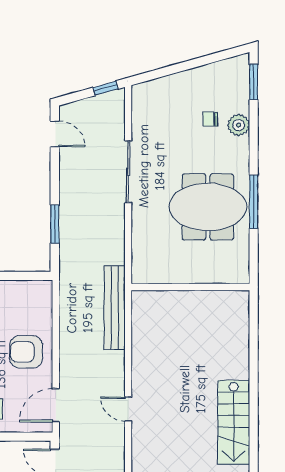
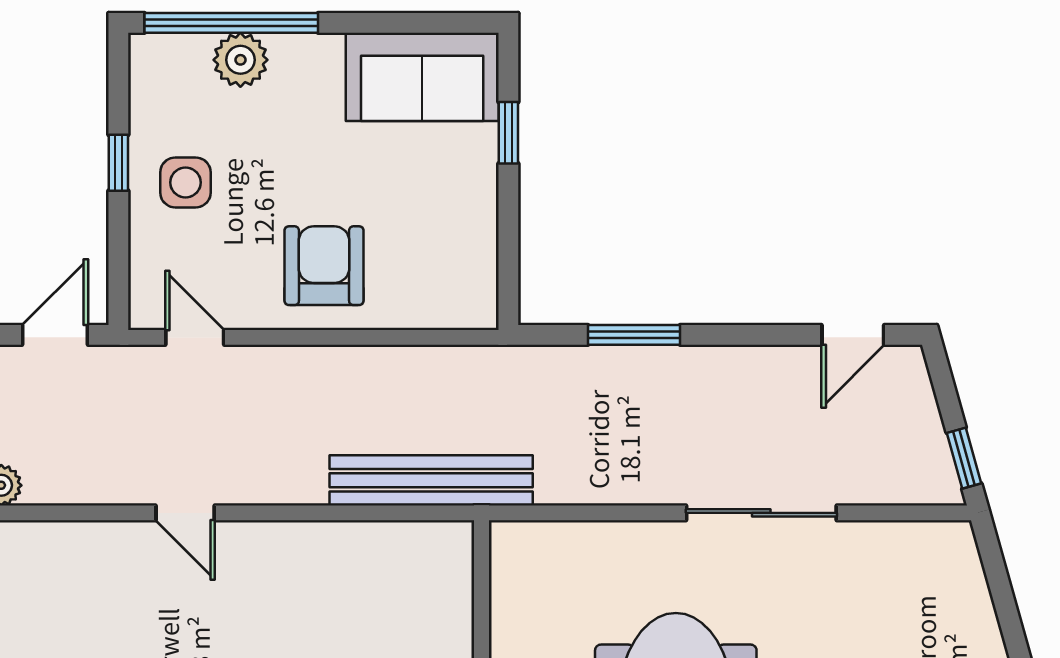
door: (56, 405) -> (195, 337), width x0.73
door: (128, 409) -> (185, 513), swing flipped

